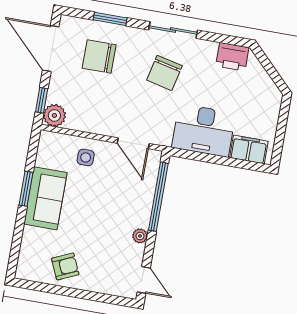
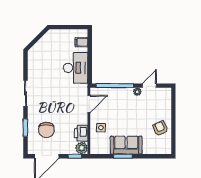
printer: (232, 57) -> (81, 133), moved, turned 180
chair: (164, 73) -> (49, 94), removed
filing cabinet: (249, 149) -> (81, 42), width x0.50
door: (144, 280) -> (149, 86), moved

